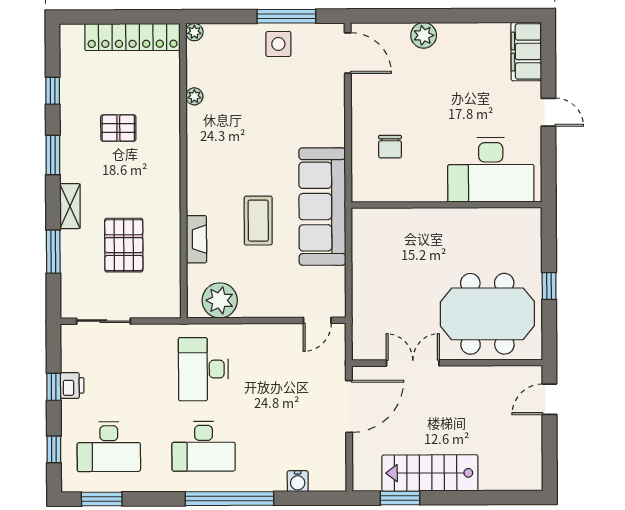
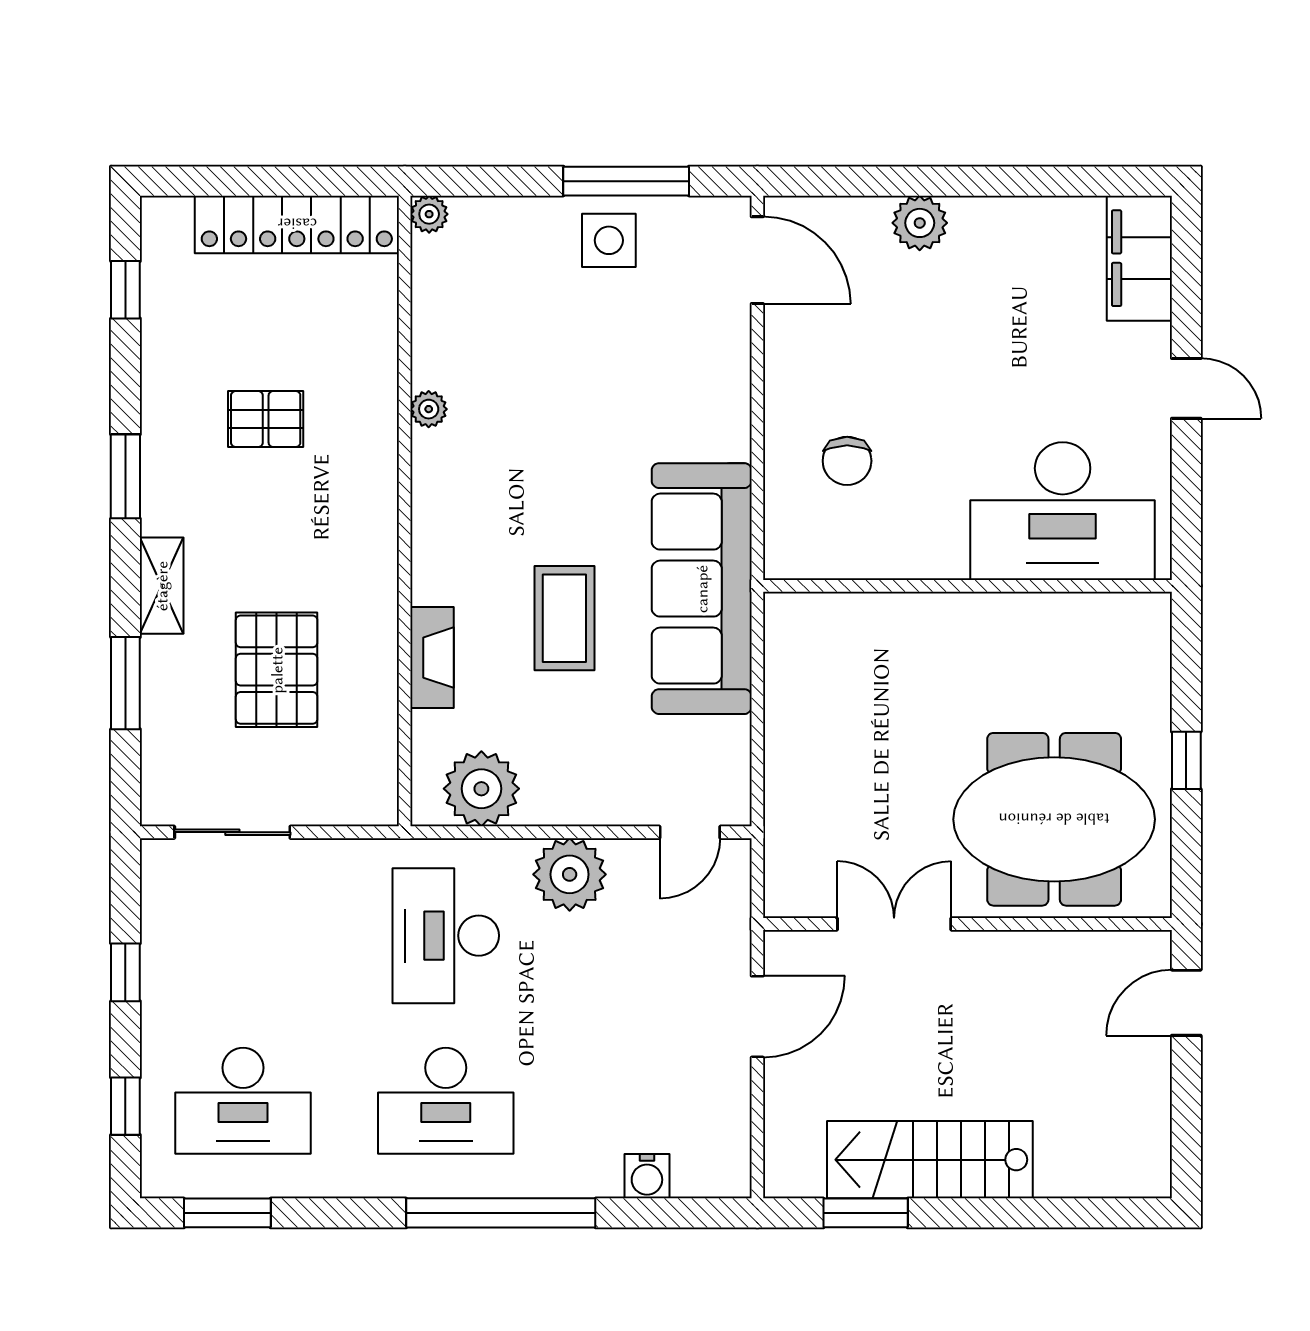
window: (53, 91) -> (125, 290), moved
plant: (194, 96) -> (429, 409), moved
plant: (261, 340) -> (570, 874), added
printer: (72, 385) -> (165, 970), removed
door: (349, 406) -> (757, 1017), width x0.73

